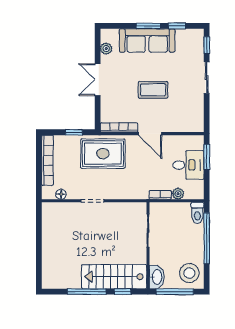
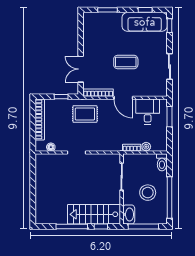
window: (148, 26) -> (108, 10), moved
sofa: (147, 41) -> (145, 22), moved
plant: (106, 49) -> (88, 28), removed
sliding door: (207, 78) -> (169, 66), moved
double door: (98, 80) -> (81, 69), moved
rug: (103, 154) -> (85, 114), width x0.73, depth x0.70
desk: (188, 165) -> (148, 111), moved, turned -90
window: (207, 238) -> (169, 197), moved
stool: (189, 273) -> (148, 193), moved

